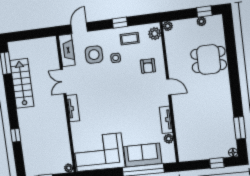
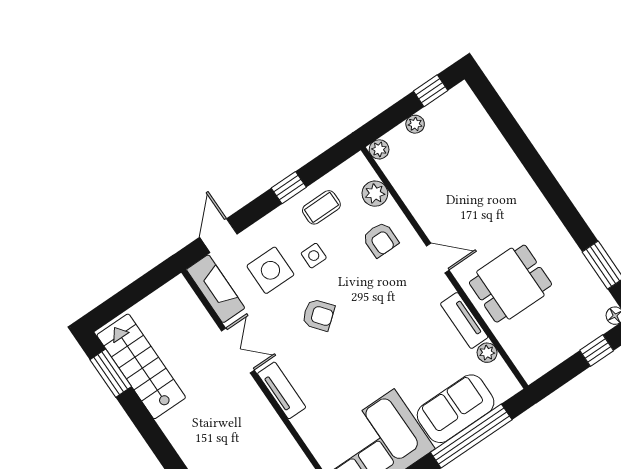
plant: (201, 21) -> (415, 124), moved
plant: (155, 34) -> (375, 194), moved
dining table: (209, 59) -> (510, 284), moved
double door: (63, 82) -> (238, 350), swing flipped
stairs: (22, 83) -> (141, 366), moved
armchair: (105, 84) -> (318, 315), added

